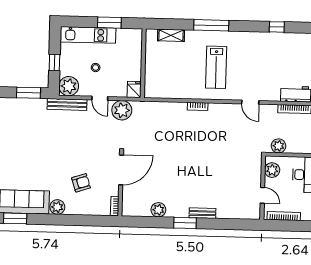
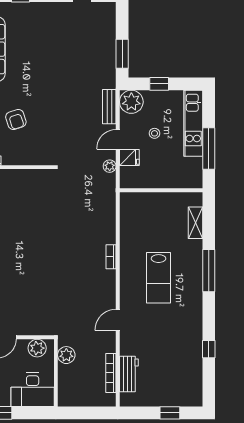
window: (109, 23) -> (209, 148), width x1.44
lab bench: (216, 67) -> (159, 278), turned -90
fridge: (134, 89) -> (129, 158), moved
bench: (67, 104) -> (109, 107), width x0.73
plant: (122, 110) -> (110, 166), width x0.53, depth x0.53
door: (121, 170) -> (33, 167), removed

